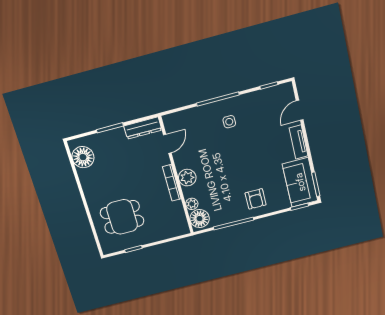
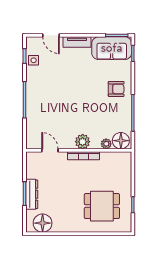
side table: (229, 122) -> (34, 60), moved
dresser: (143, 128) -> (32, 194), moved
dining table: (122, 217) -> (102, 206), turned 90

